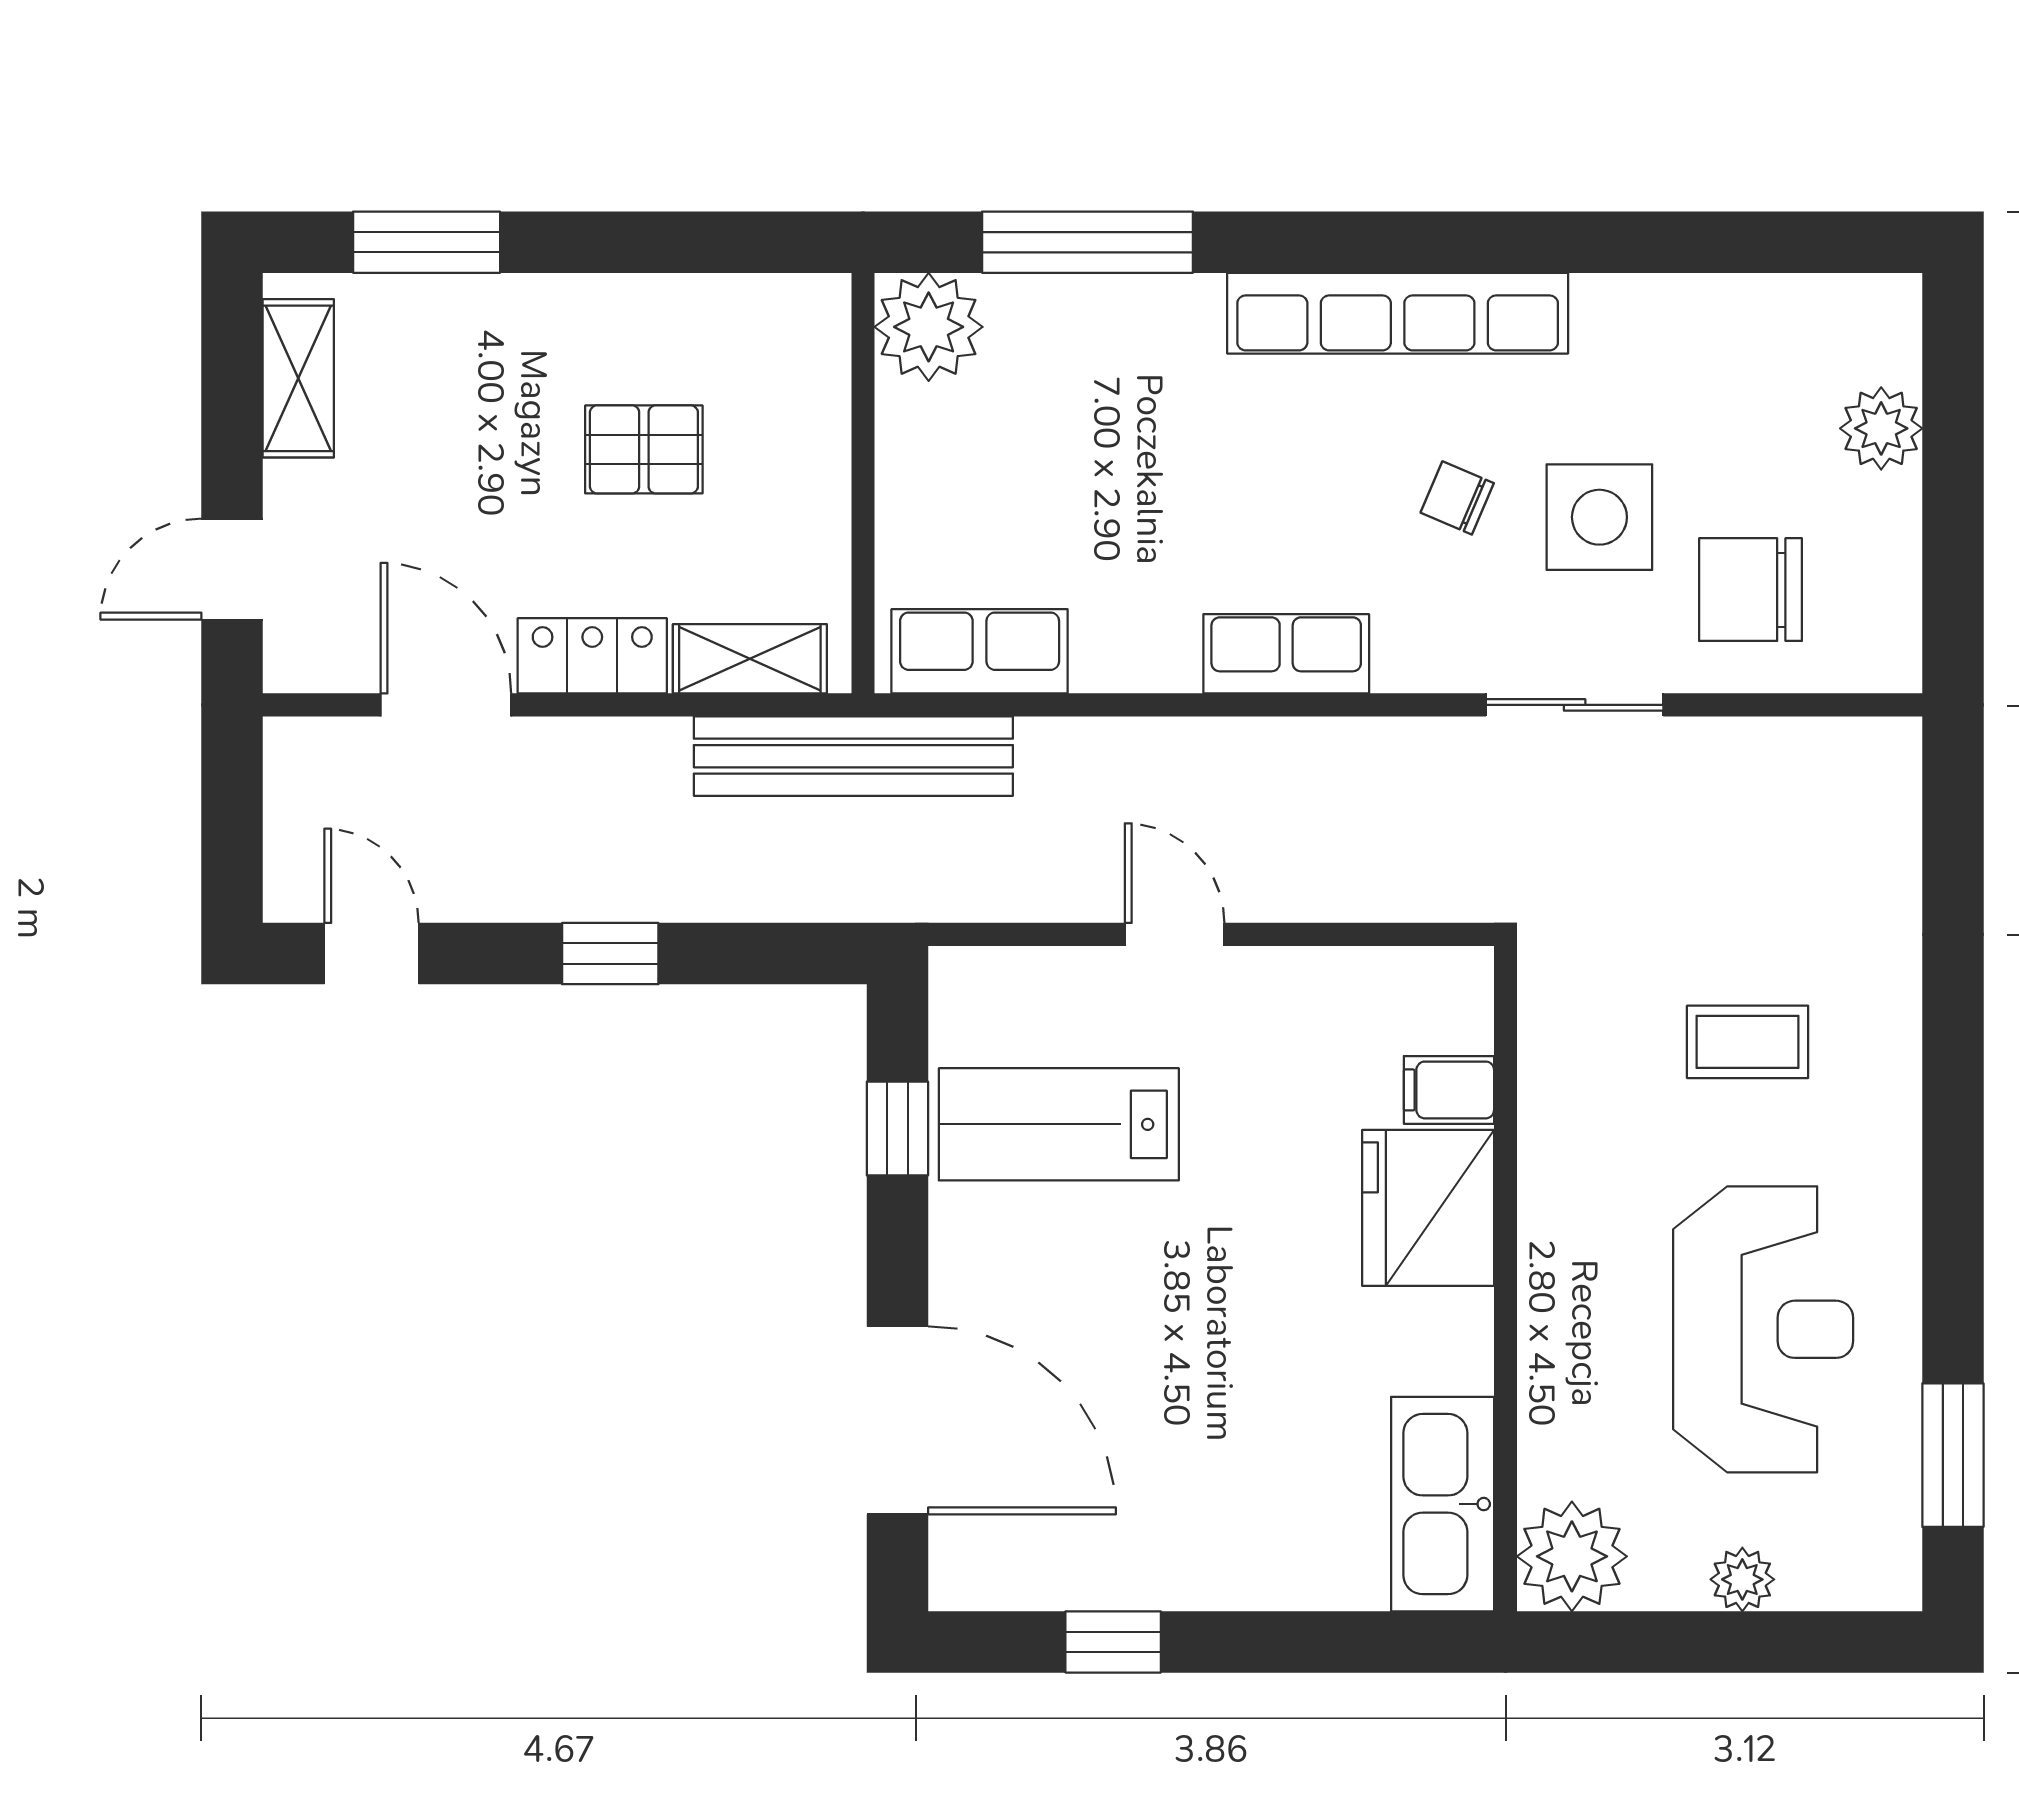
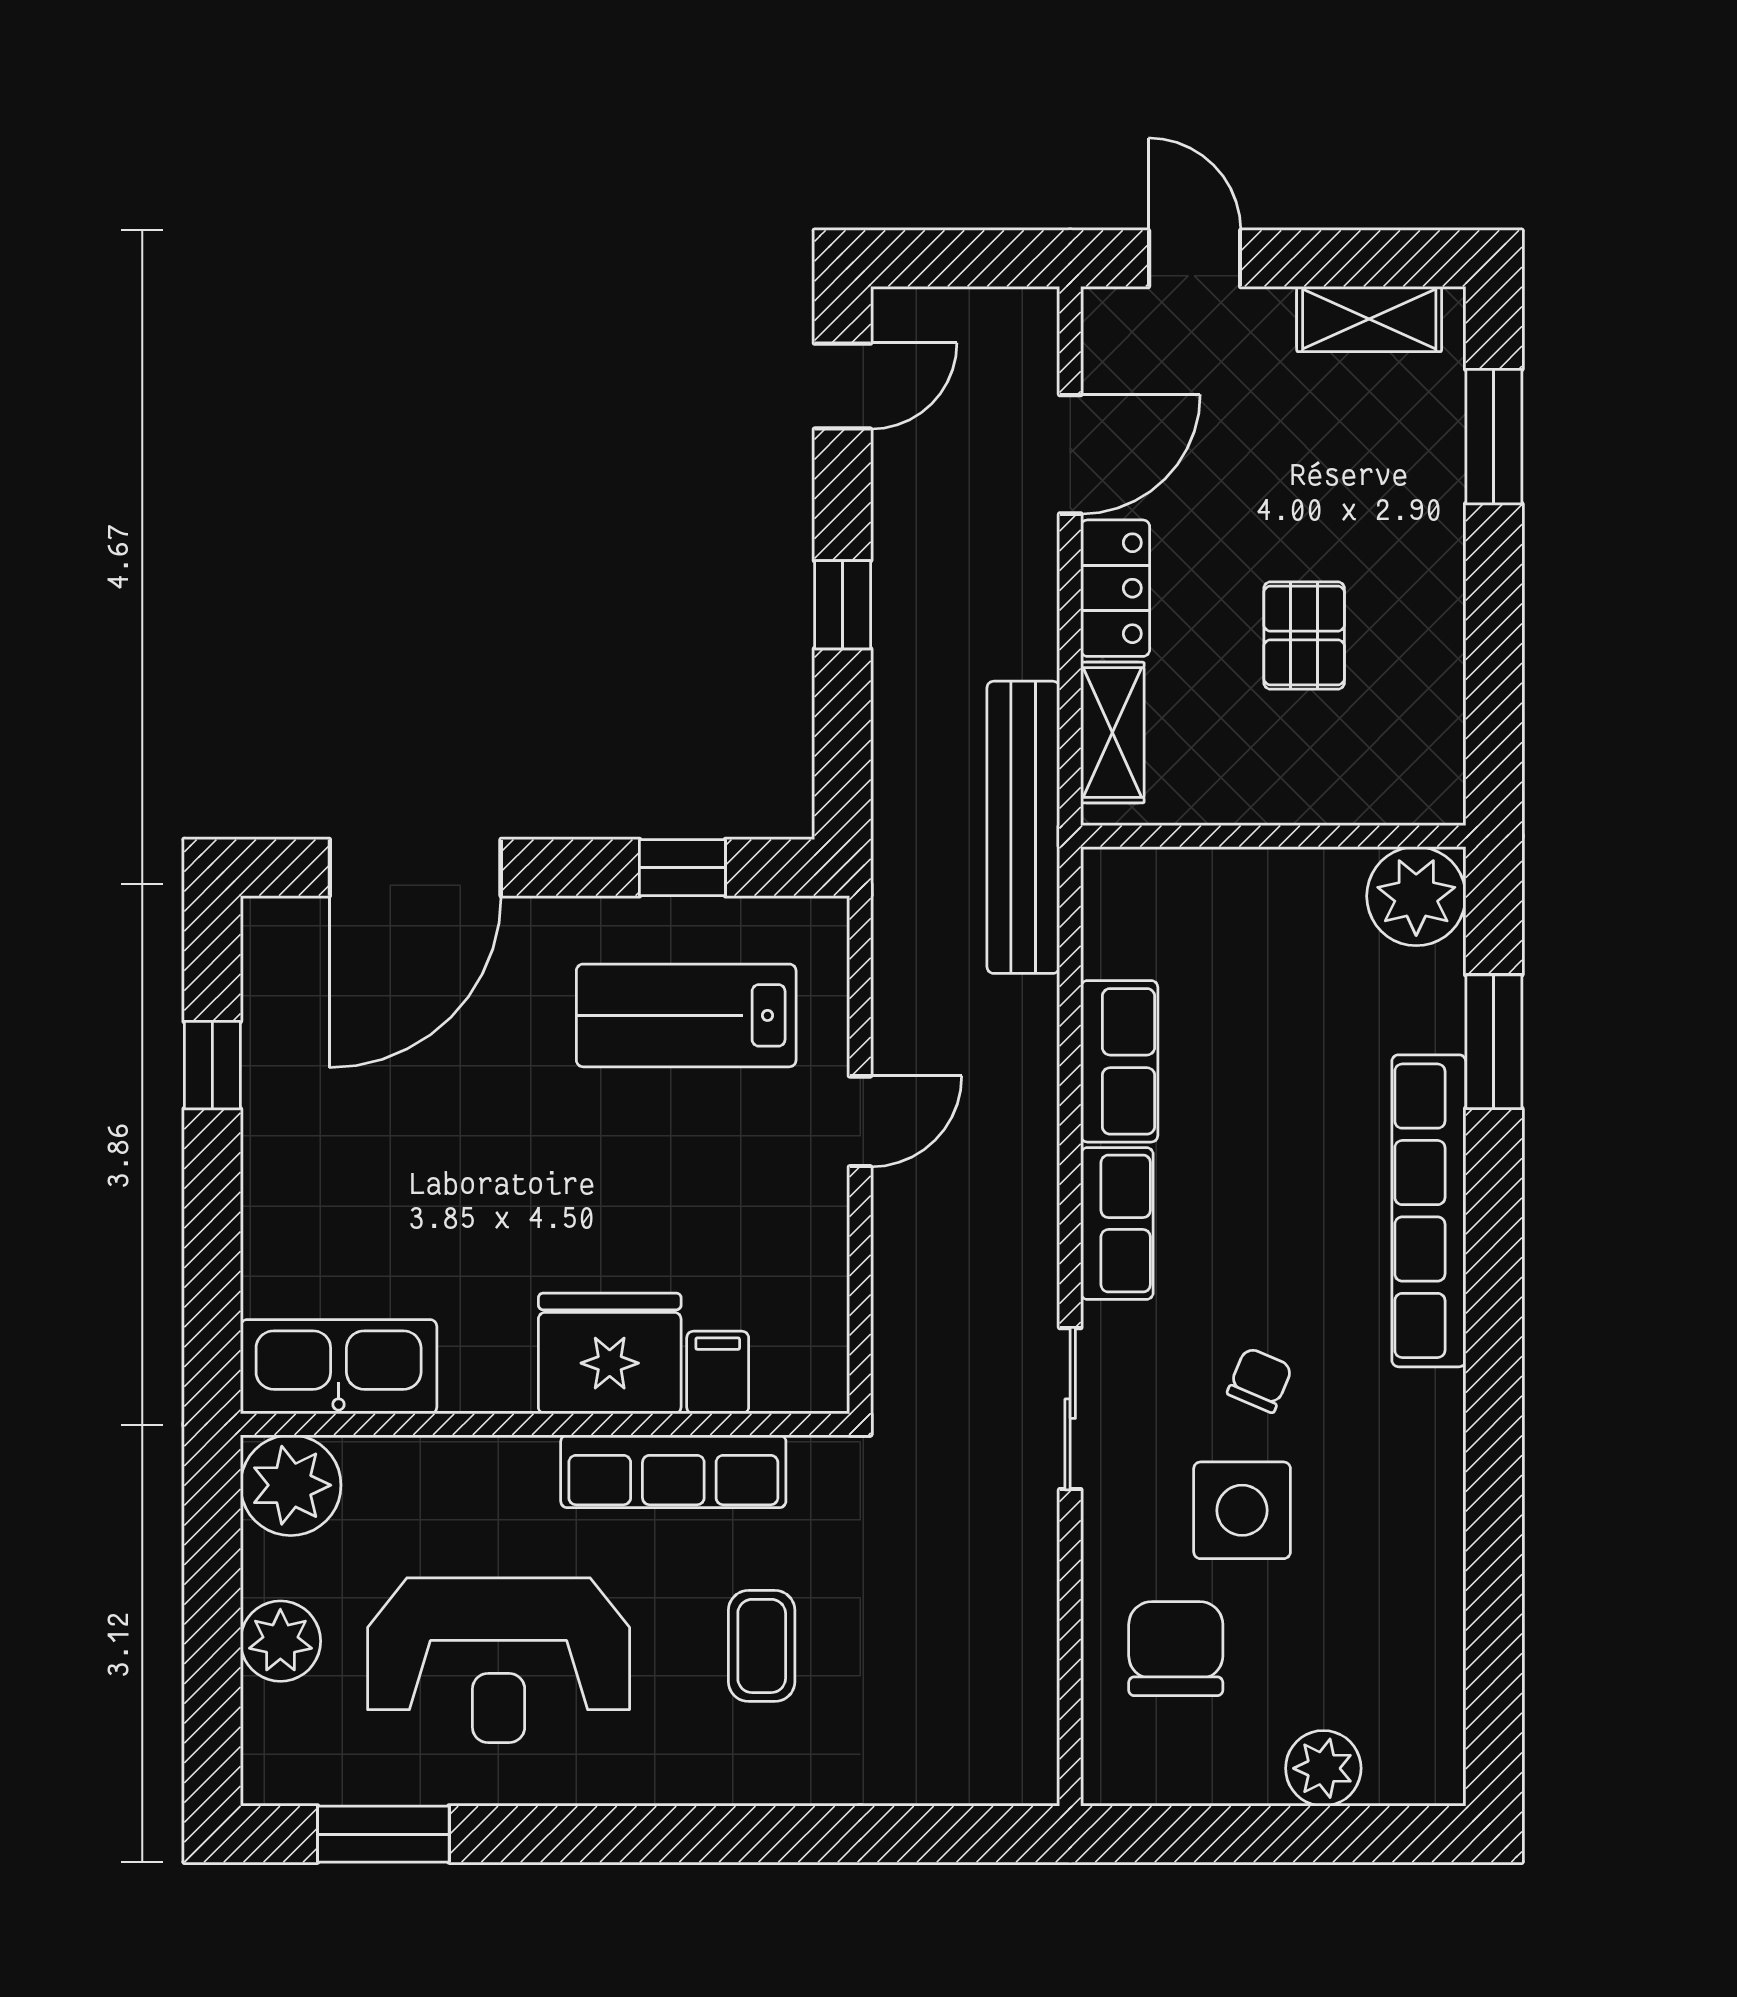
window: (1088, 242) -> (1494, 1042), width x0.69
row of seats: (1398, 313) -> (1429, 1211), moved
row of seats: (980, 651) -> (1119, 1061), moved
sliding door: (1575, 705) -> (1070, 1409), moved
lab bench: (1059, 1124) -> (686, 1015), turned -90
row of seats: (1557, 1138) -> (673, 1471), added
plant: (1742, 1579) -> (280, 1641), width x1.38, depth x1.38

